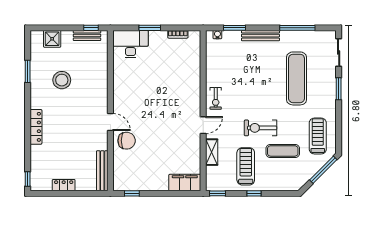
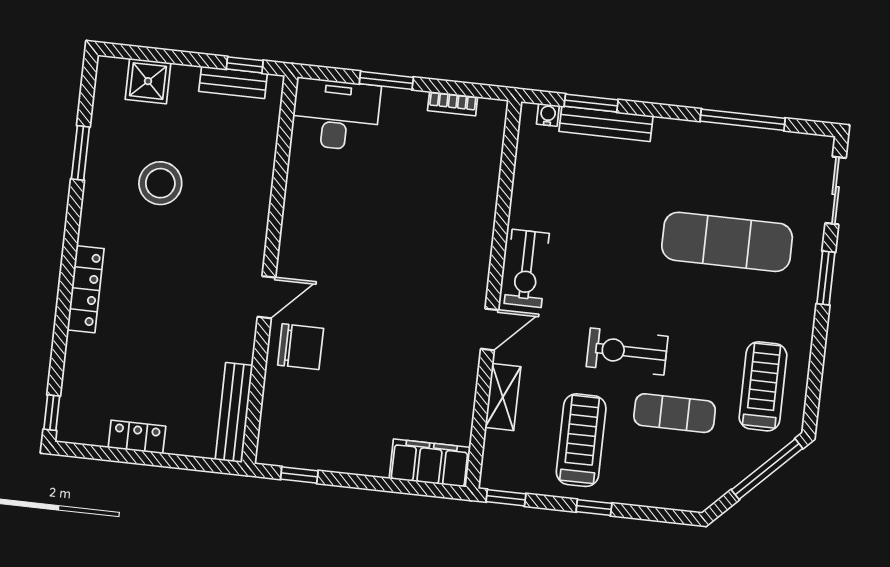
bench: (260, 36) -> (606, 124), moved
exercise mat: (297, 78) -> (727, 242), turned 90
exercise bike: (216, 98) -> (527, 268), width x1.38, depth x1.39
door: (110, 122) -> (267, 297), hinge flipped

